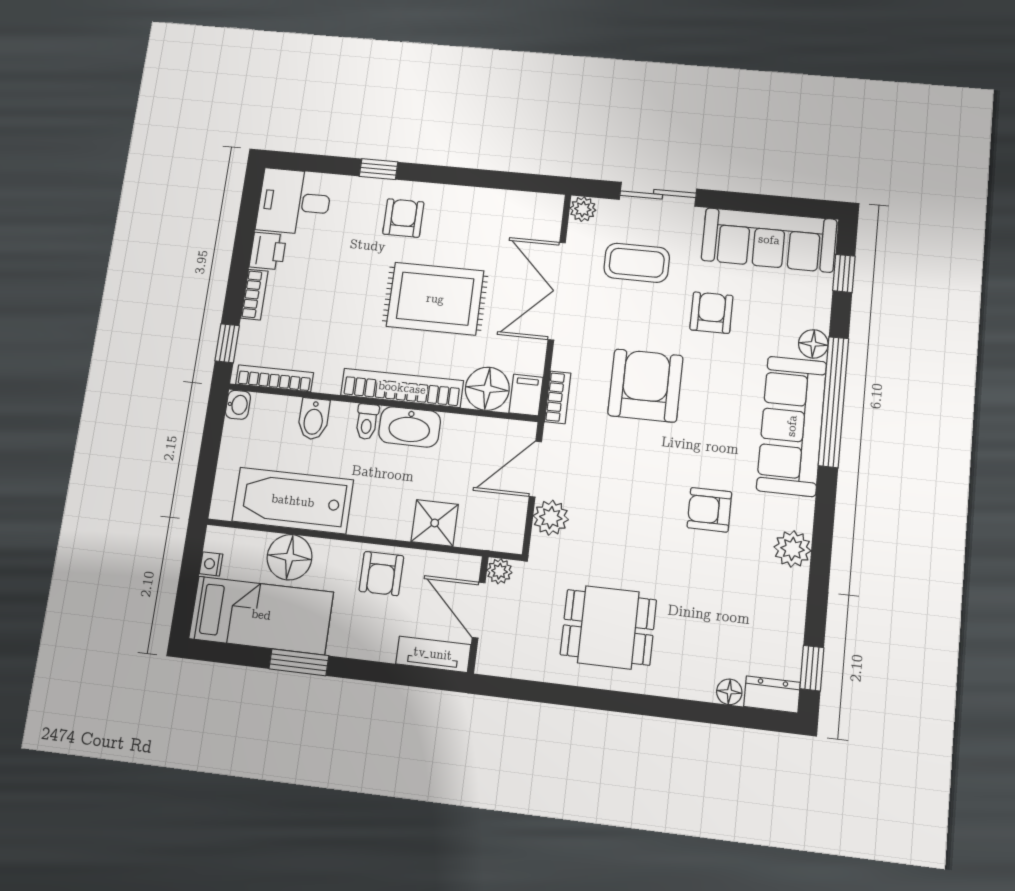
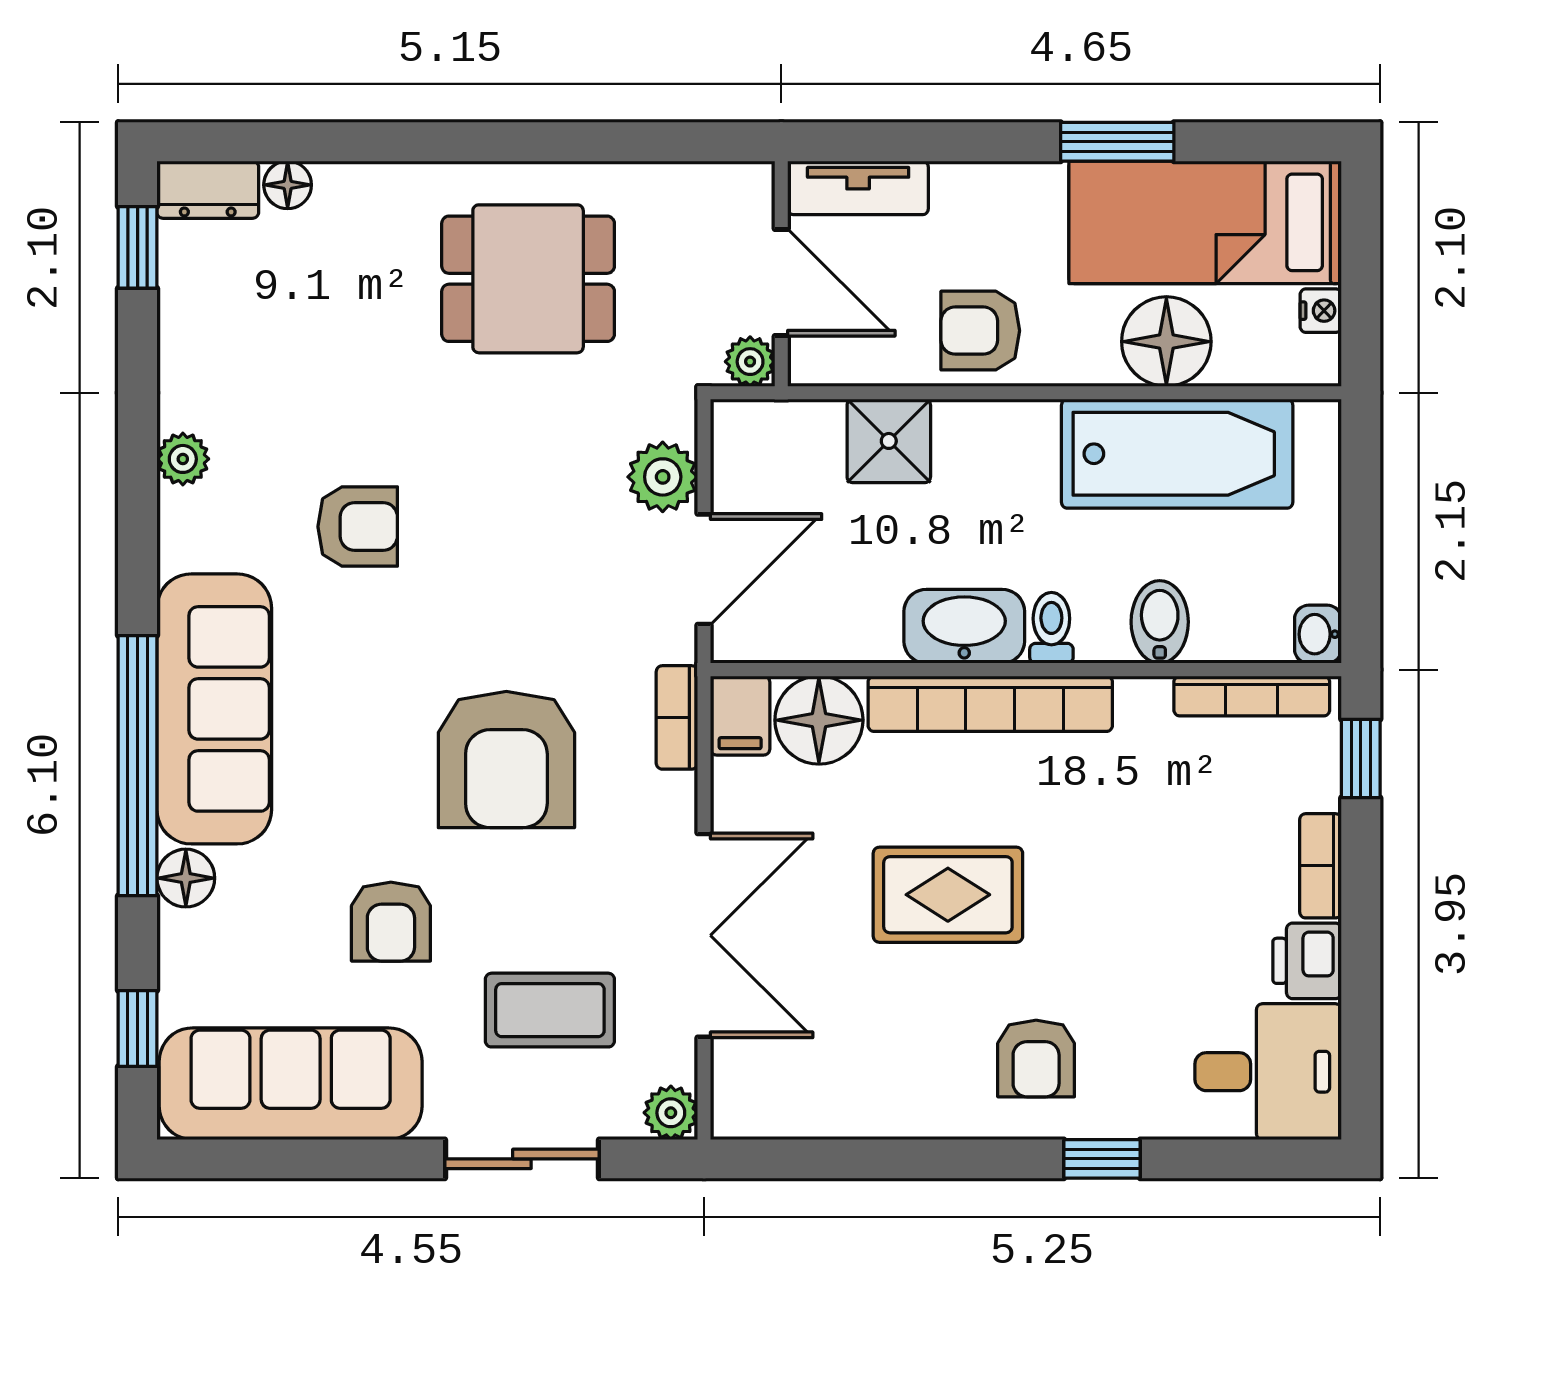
rug: (435, 299) -> (948, 895), width x0.73, depth x0.70
plant: (792, 549) -> (183, 459), width x0.73, depth x0.73
armchair: (381, 574) -> (980, 331), turned -90

